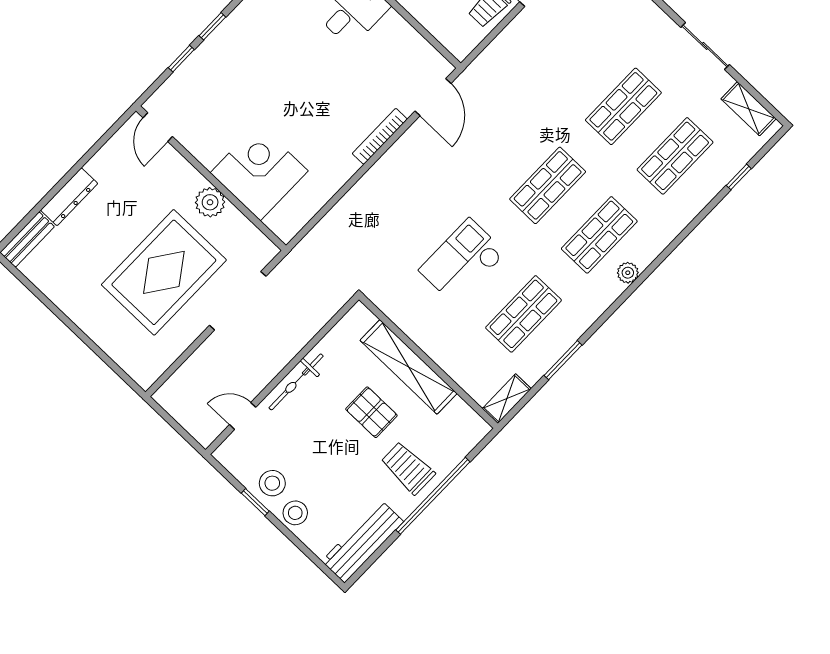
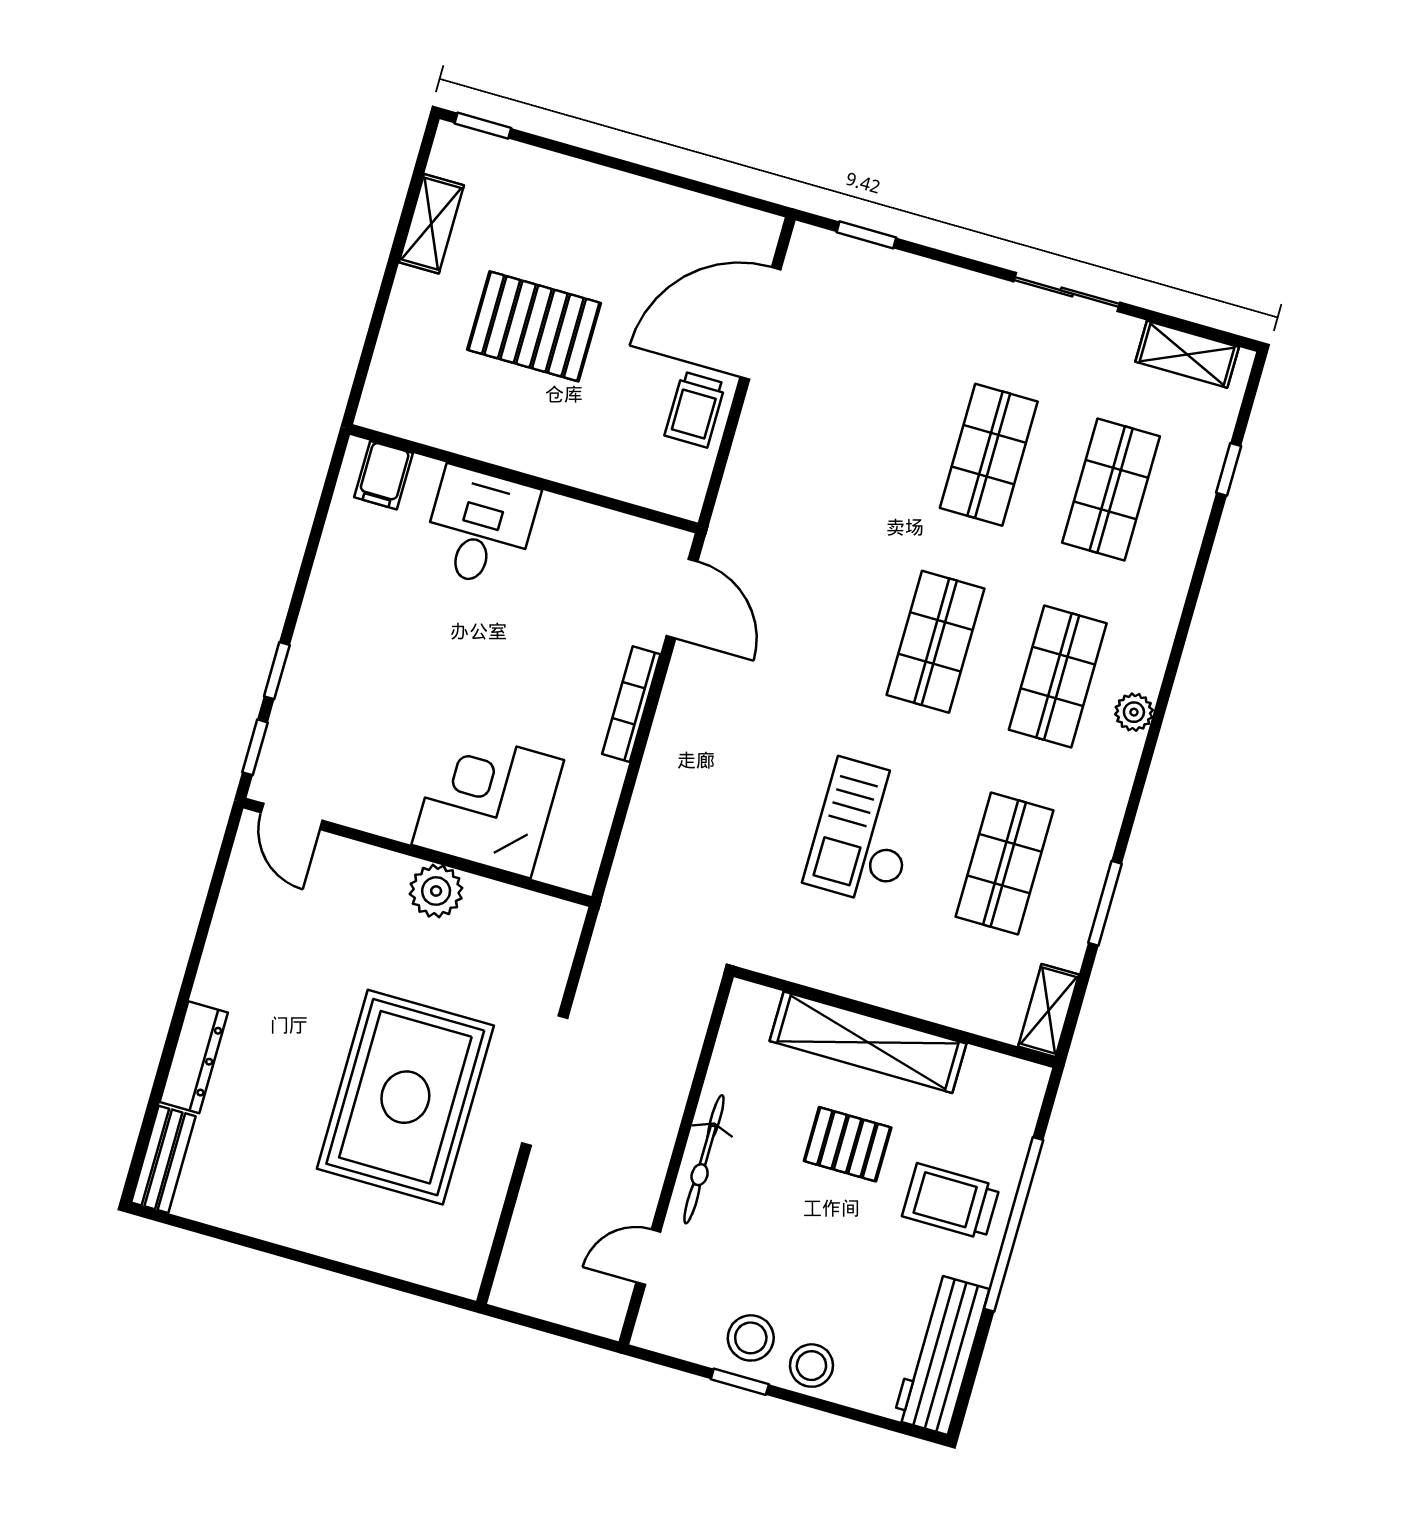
door: (158, 127) -> (292, 816), moved
corner desk: (259, 172) -> (488, 802), moved
wall: (211, 178) -> (417, 852), moved
plant: (210, 202) -> (436, 891), moved

